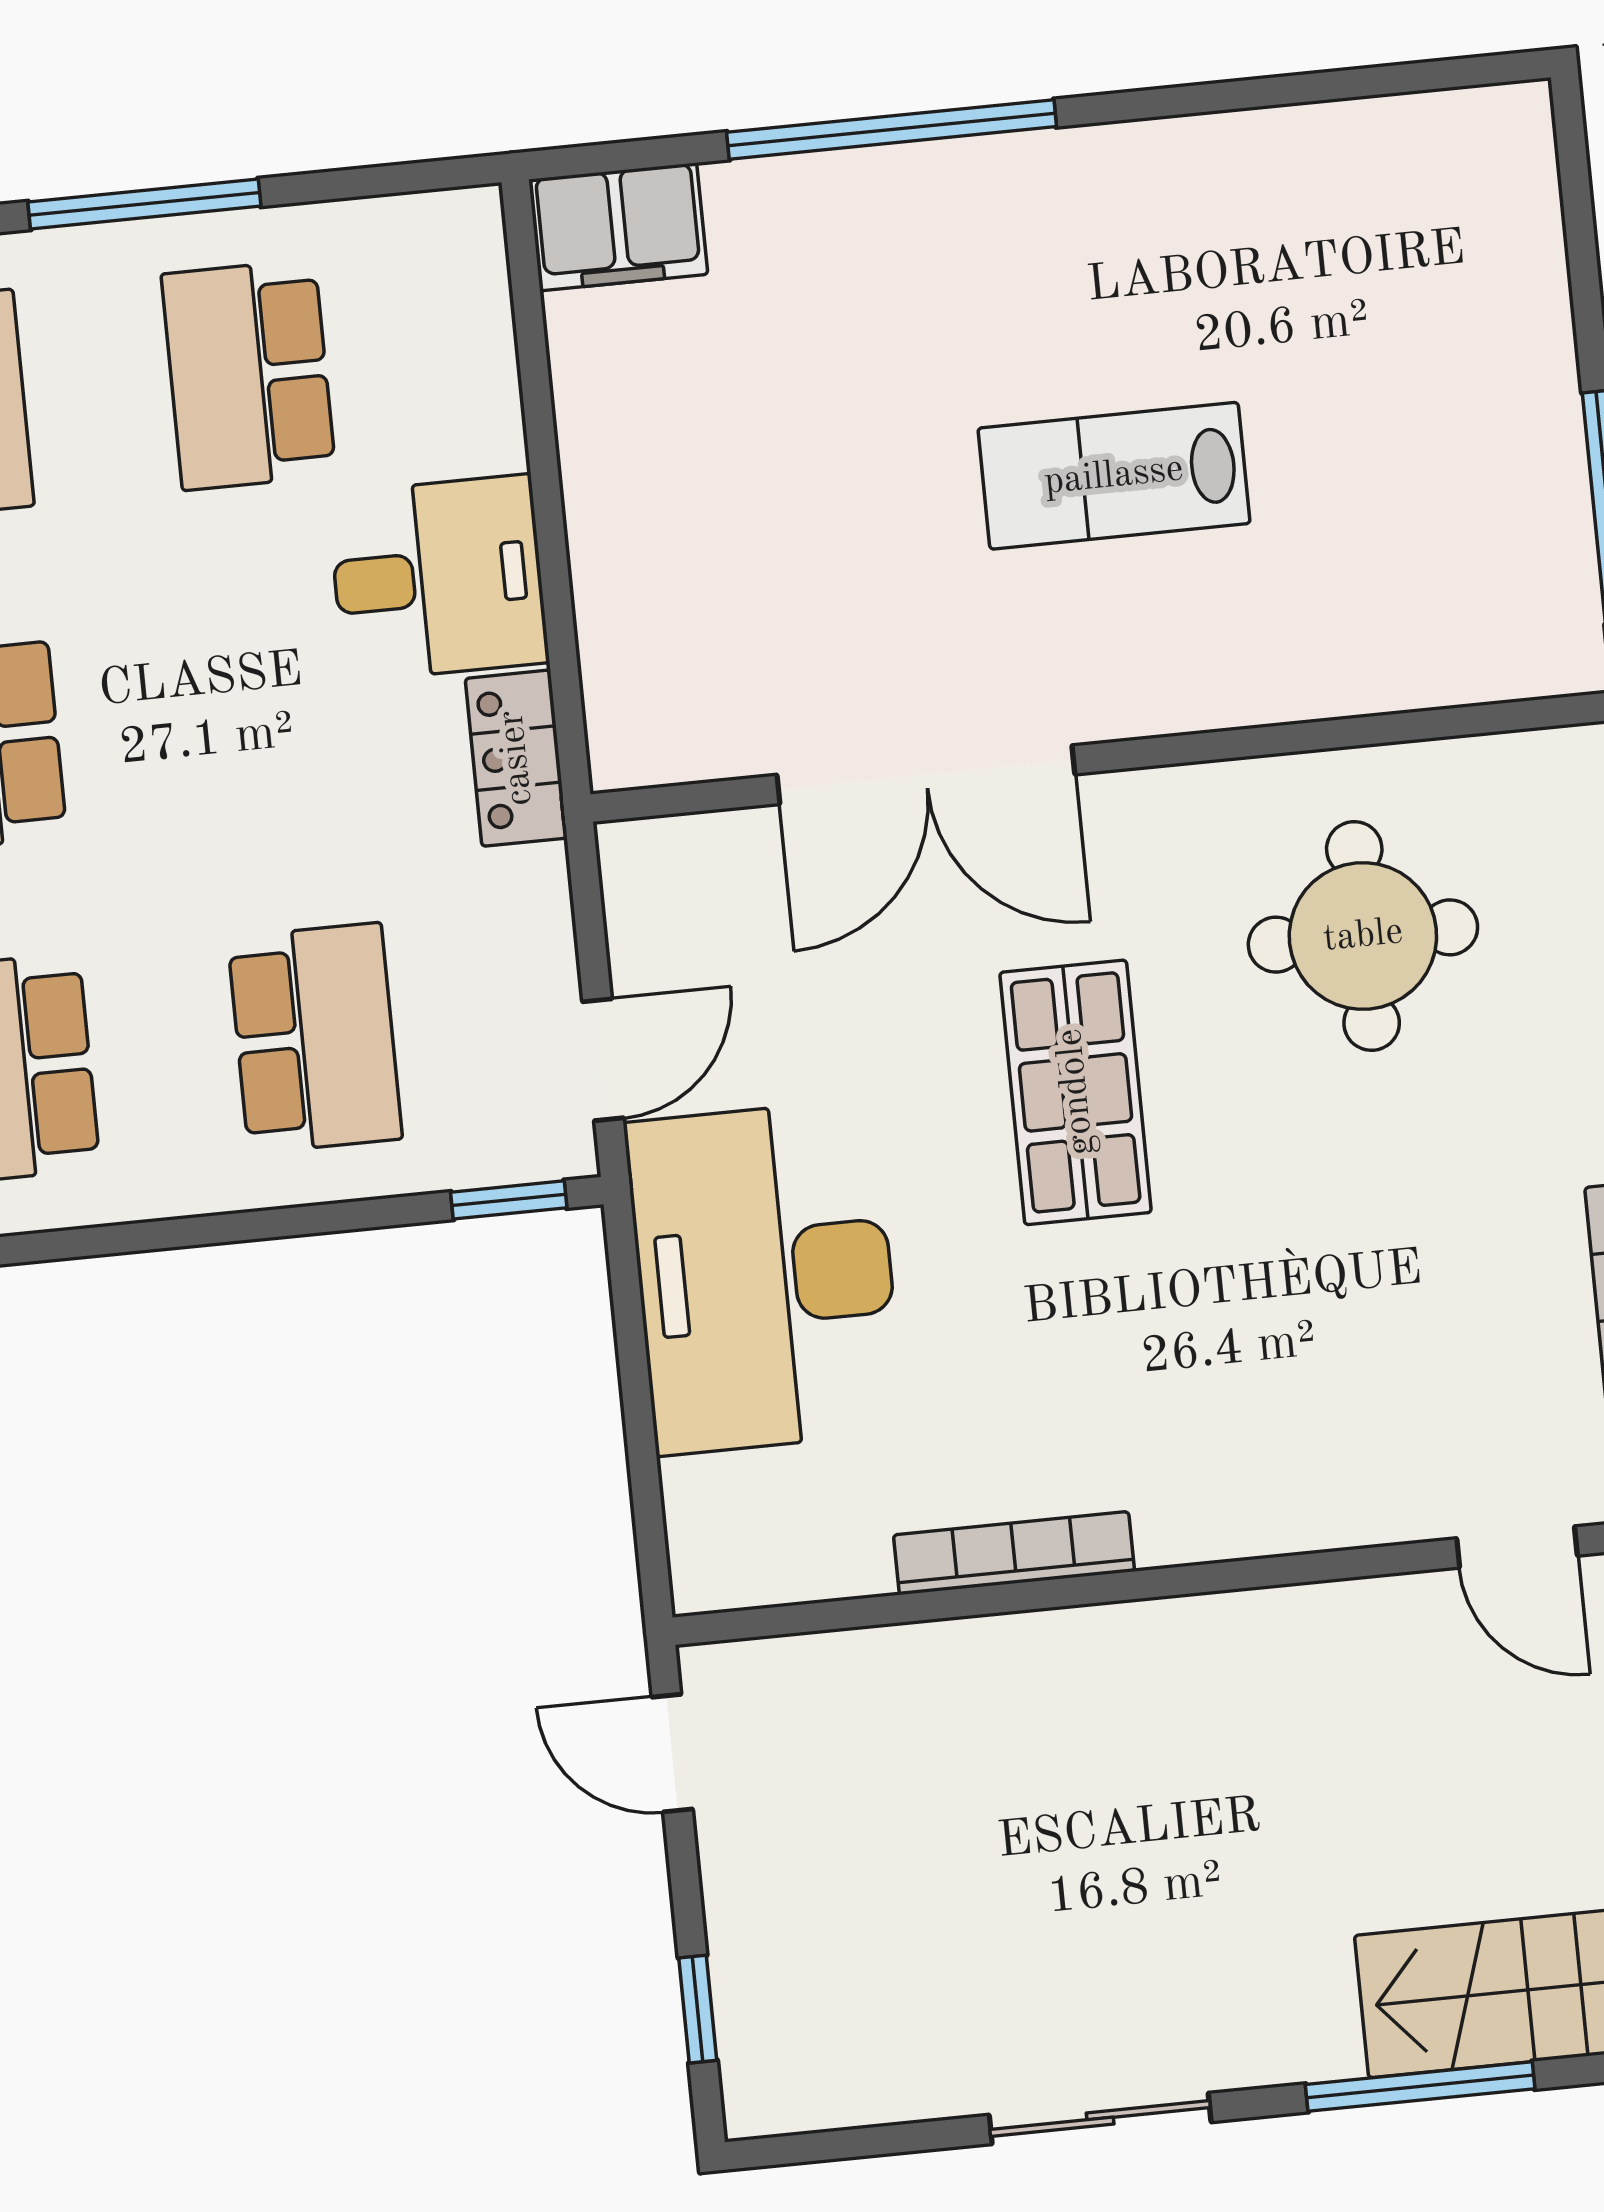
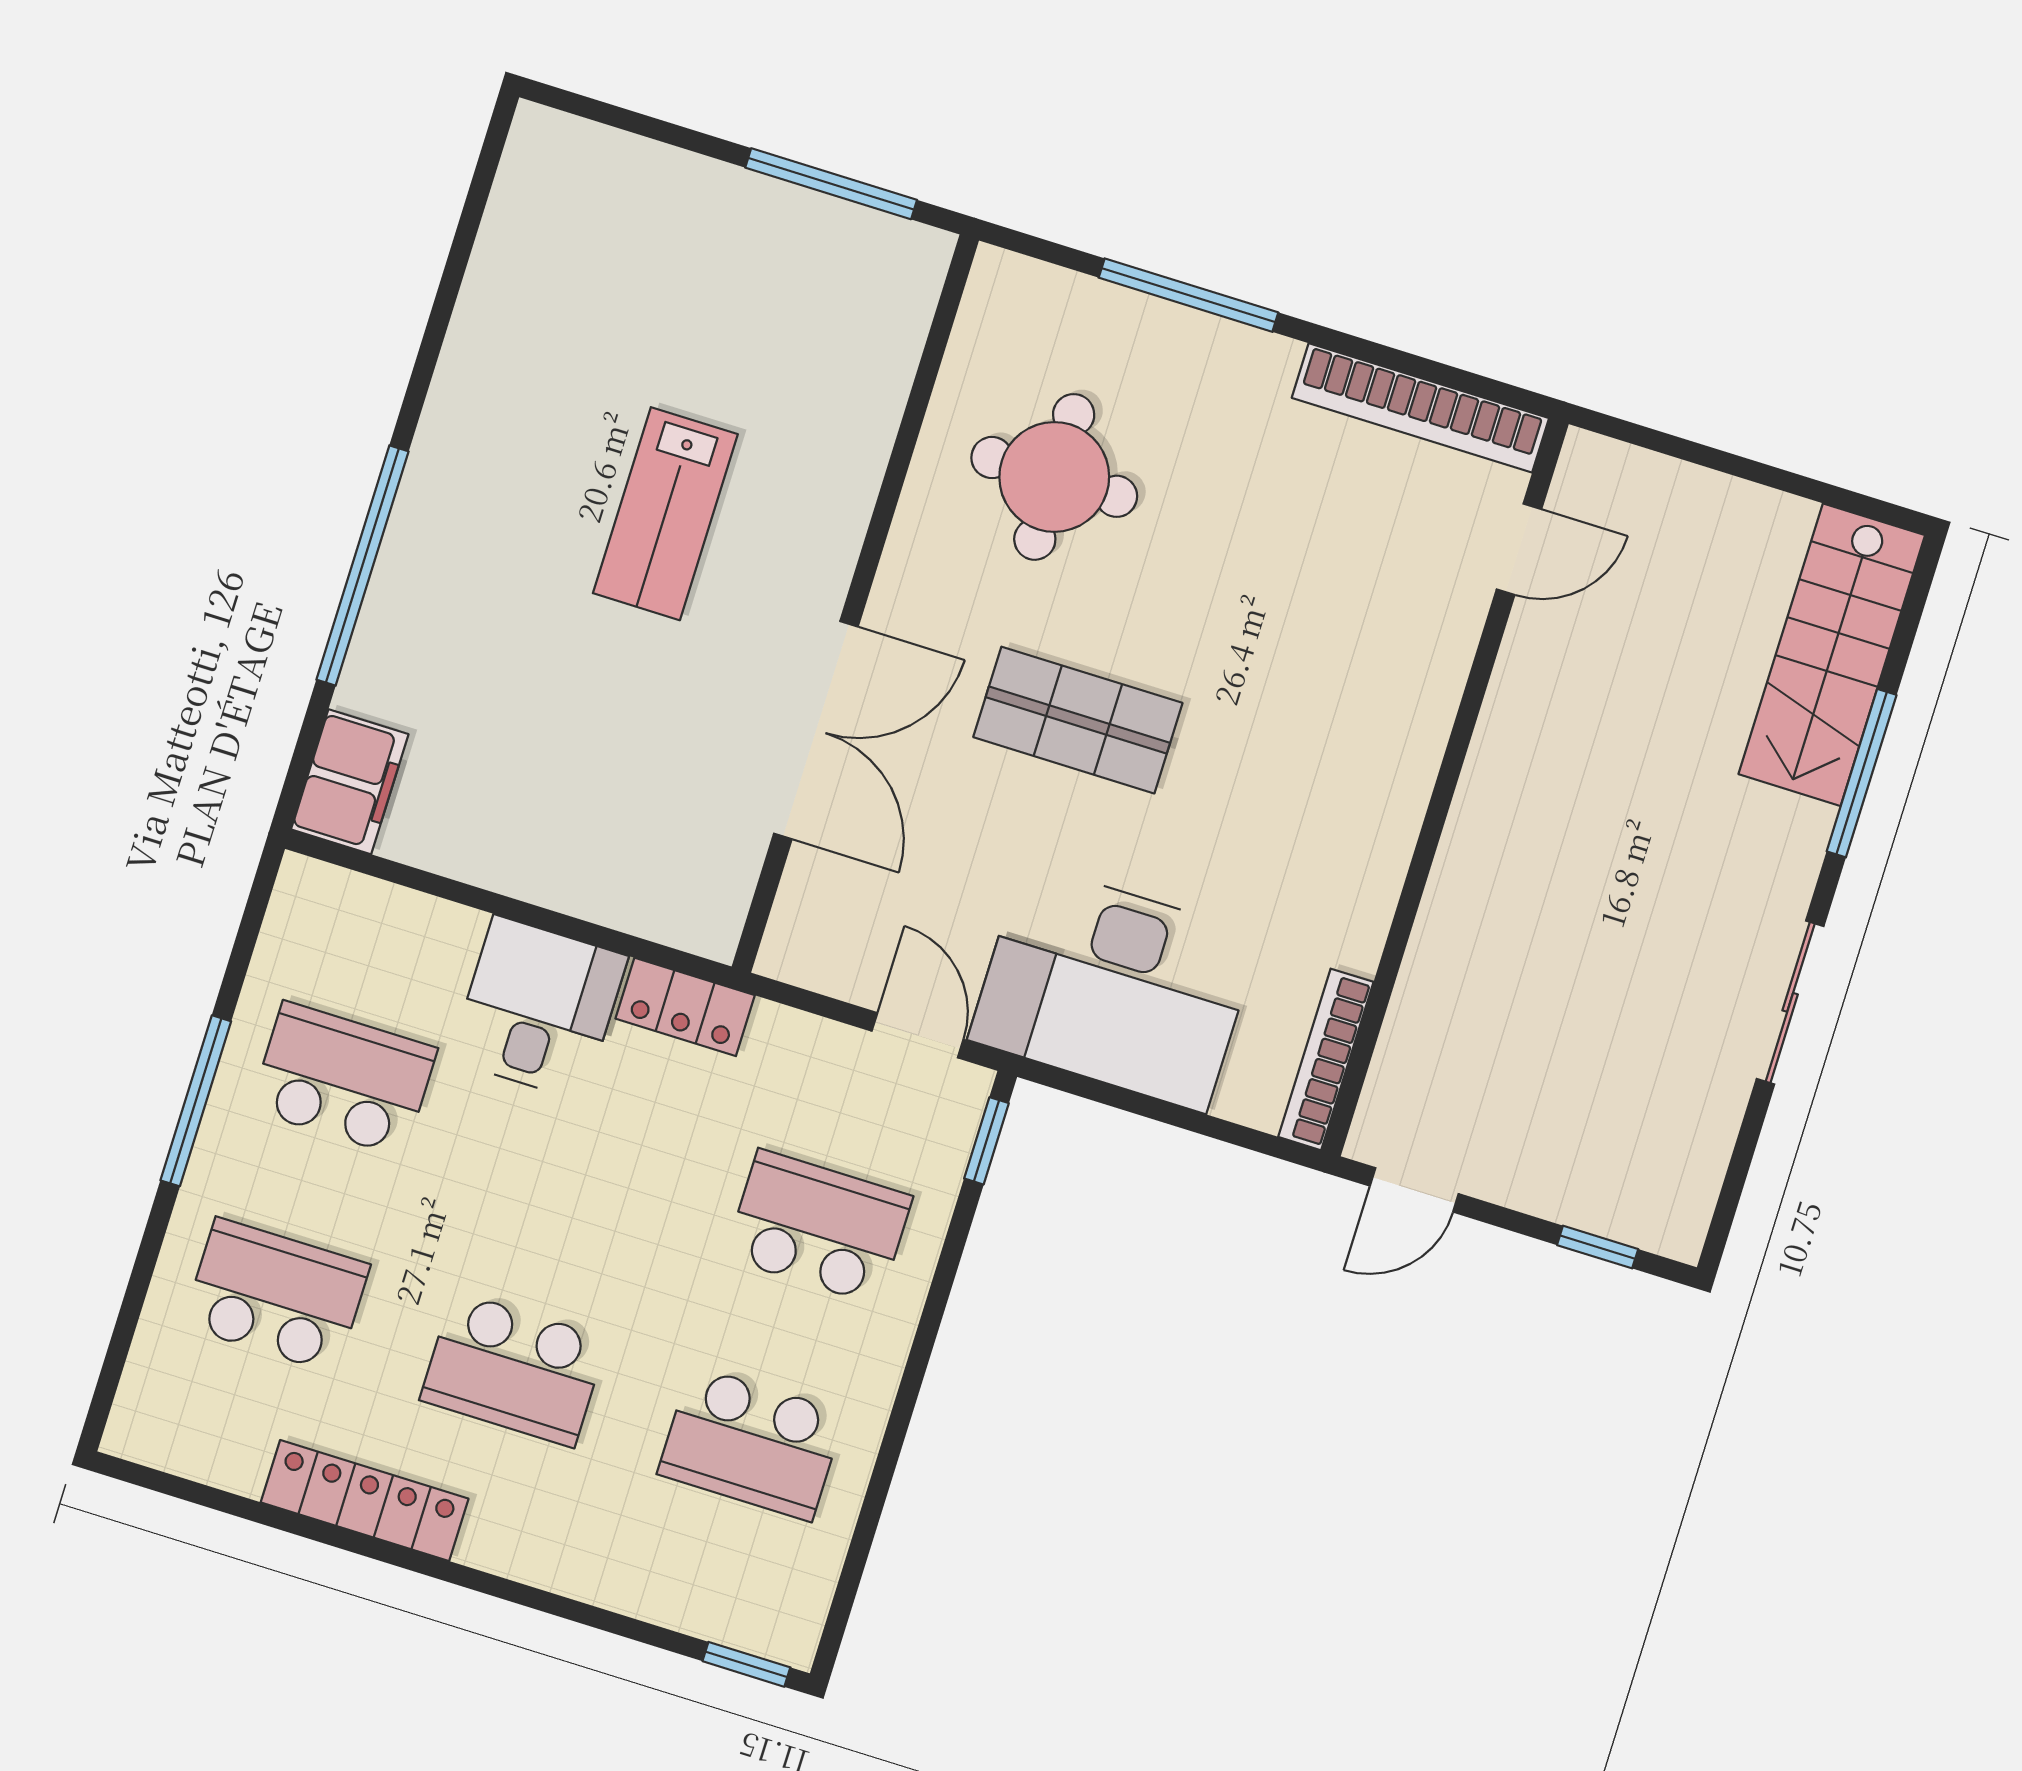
school desk: (249, 375) -> (344, 1079), turned 180
bookcase: (1014, 1553) -> (1326, 1059), moved

